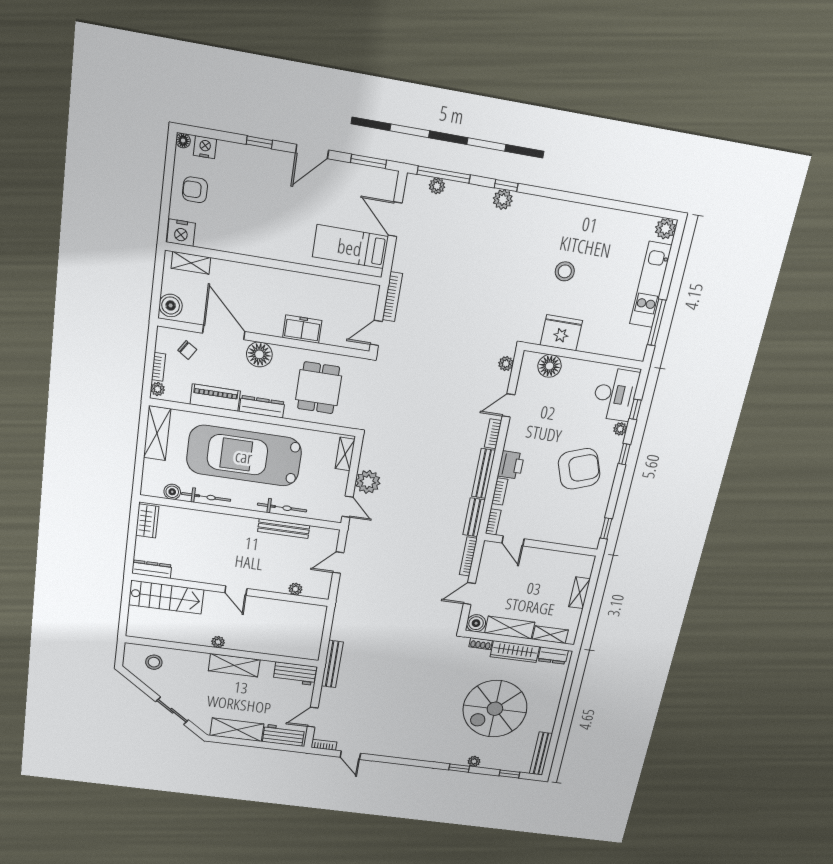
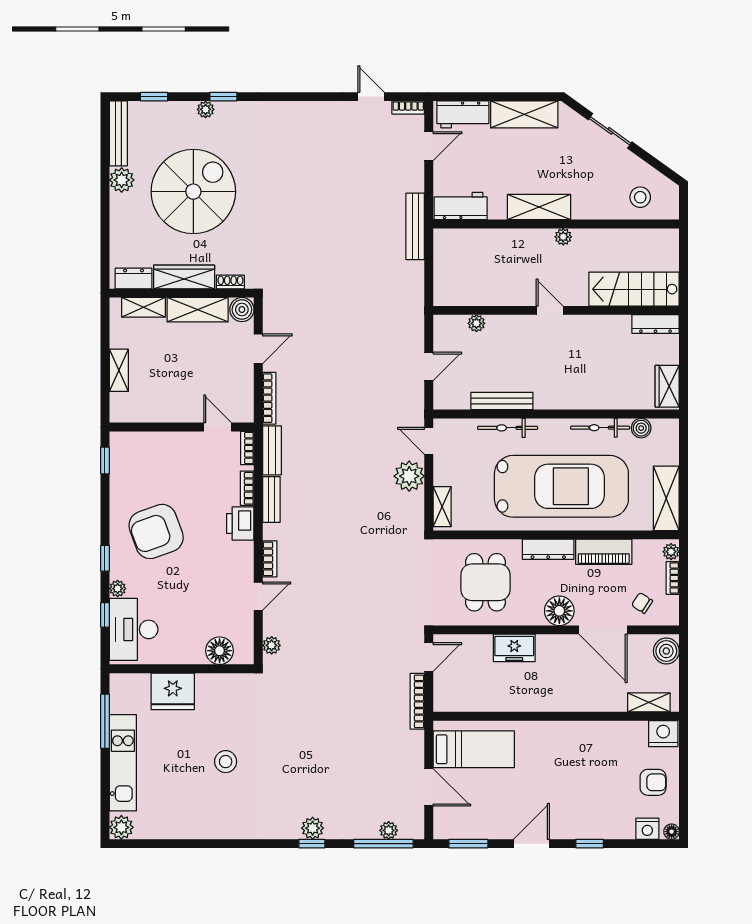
fridge: (561, 333) -> (173, 691), moved
bench: (484, 473) -> (271, 500), width x0.73
plant: (546, 723) -> (122, 180), added

